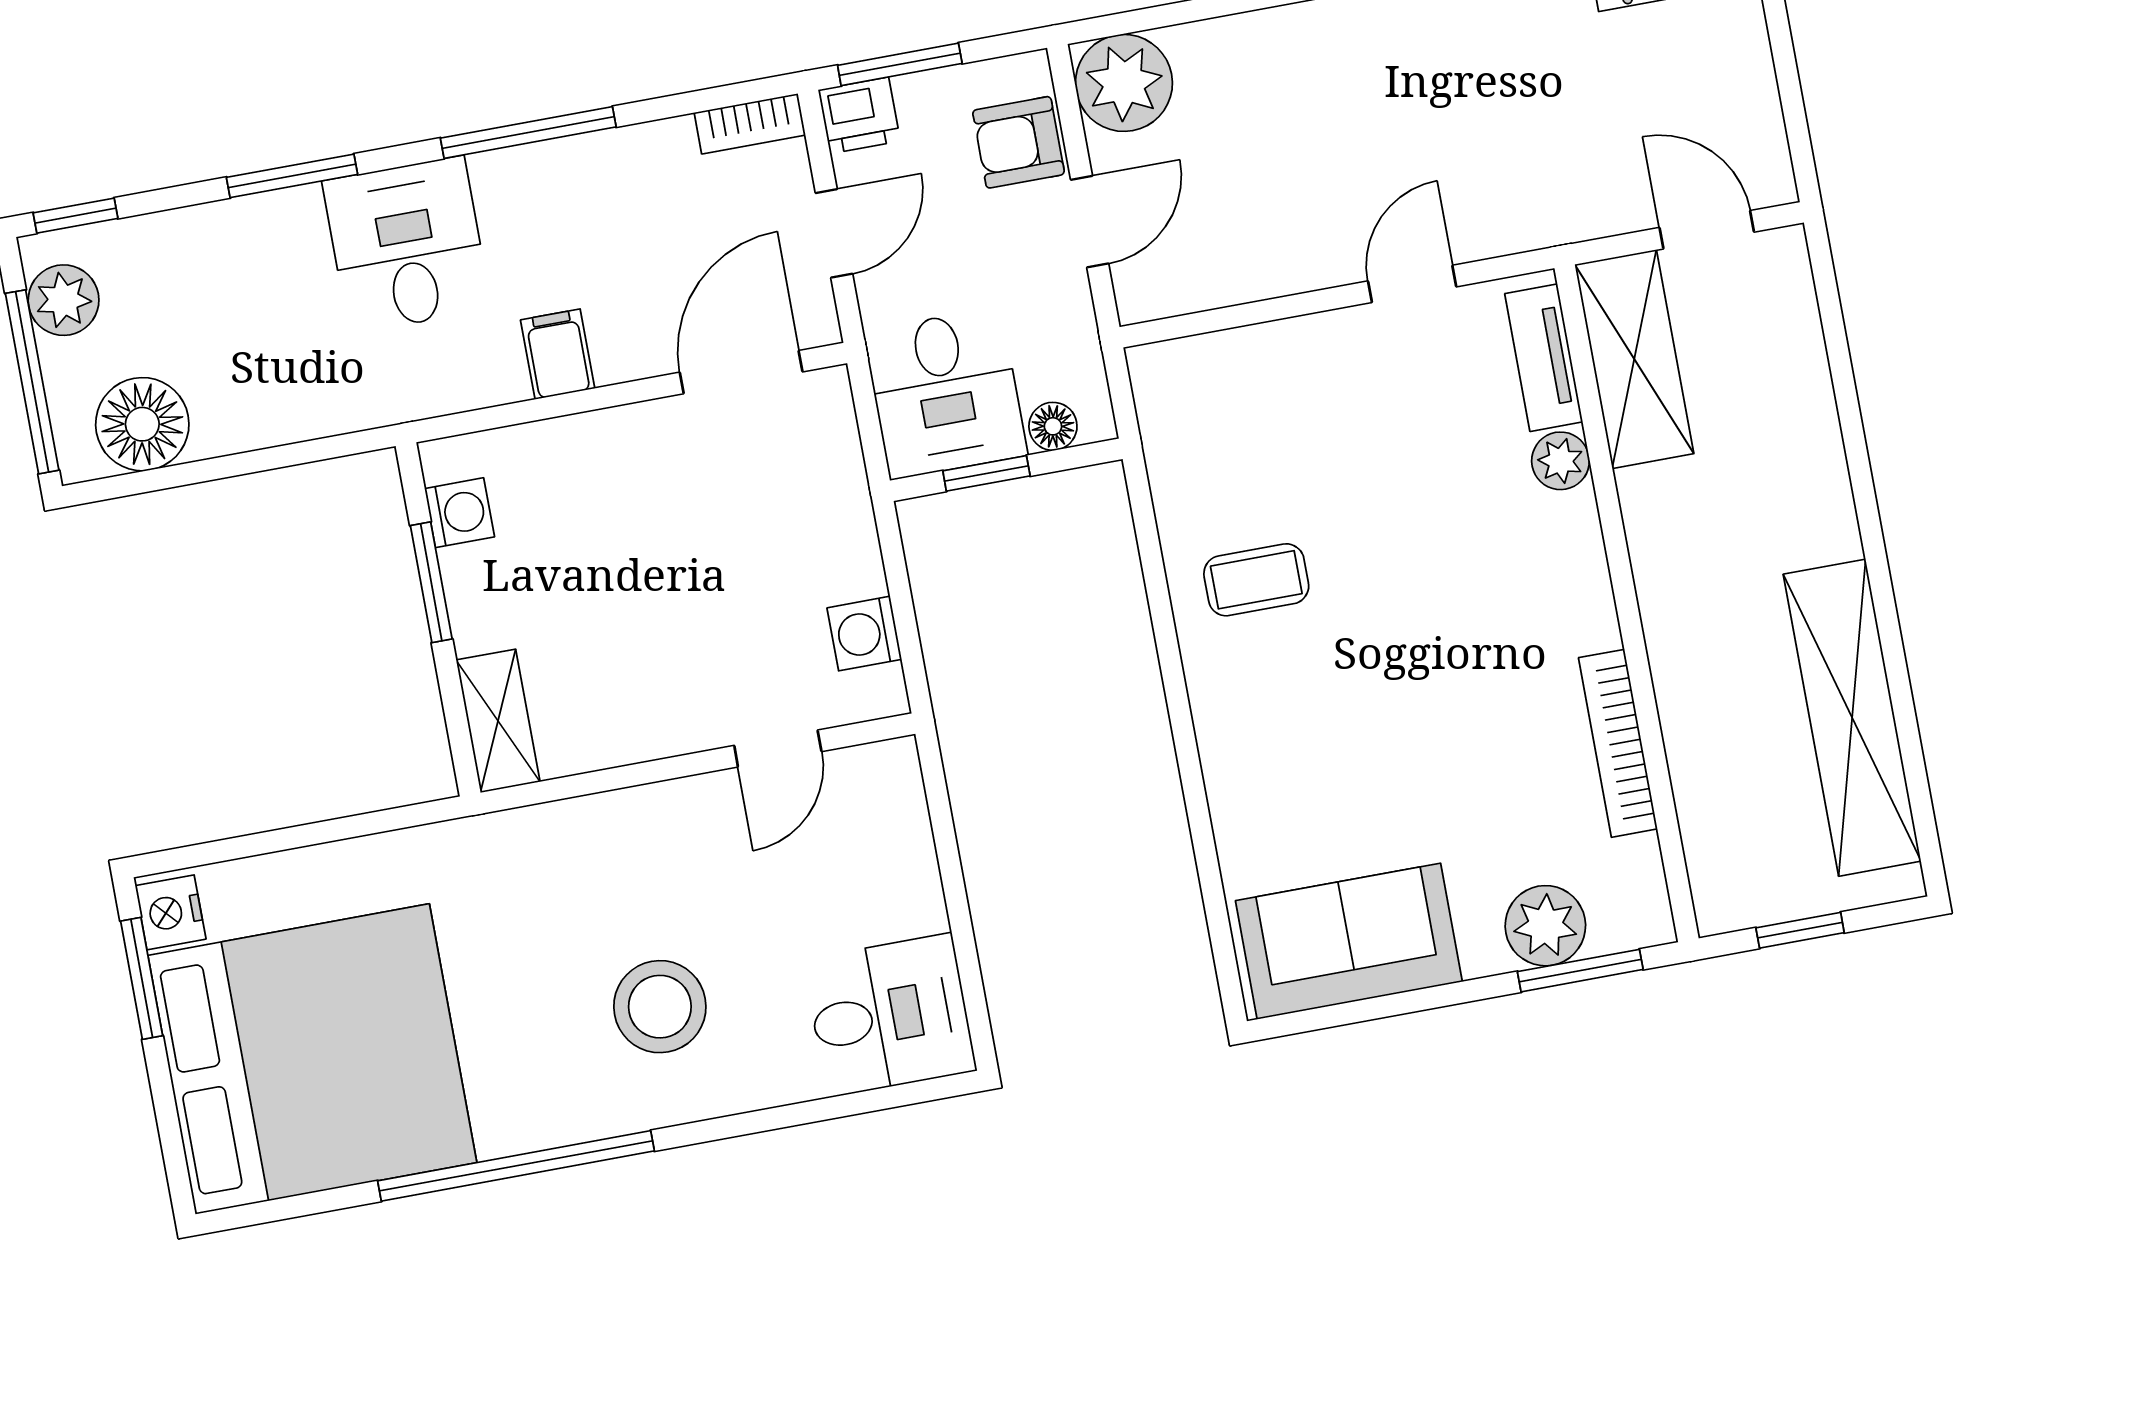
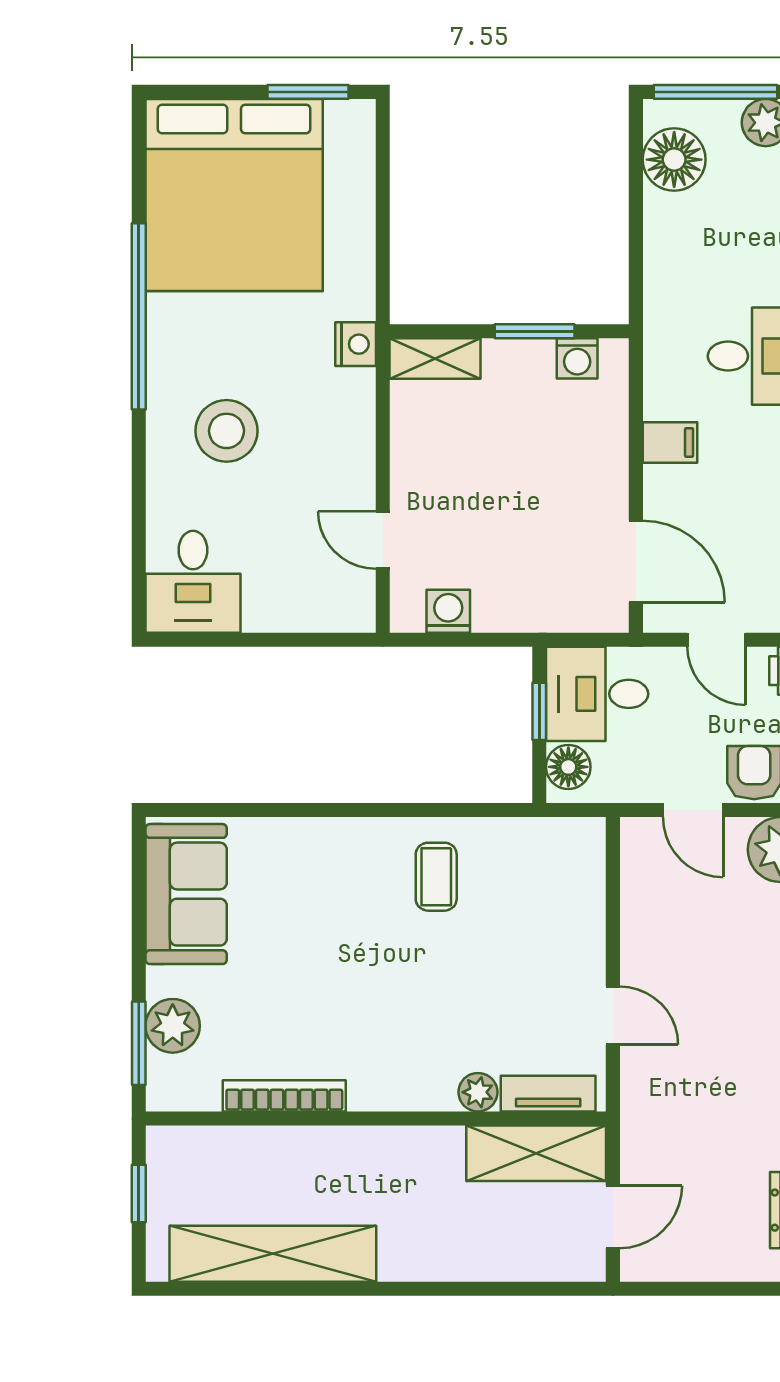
floor lamp: (1053, 426) -> (568, 767), width x1.37, depth x1.37
nightstand: (171, 912) -> (356, 344), moved, turned 90

